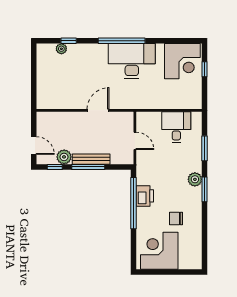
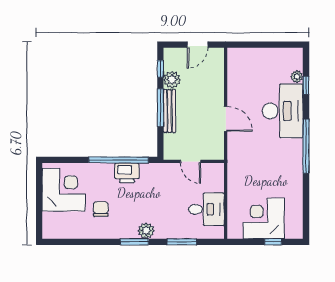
desk: (132, 61) -> (283, 111), moved
corner desk: (182, 61) -> (264, 218), moved, turned 90
door: (135, 141) -> (190, 161), hinge flipped
door: (34, 146) -> (197, 45), moved

